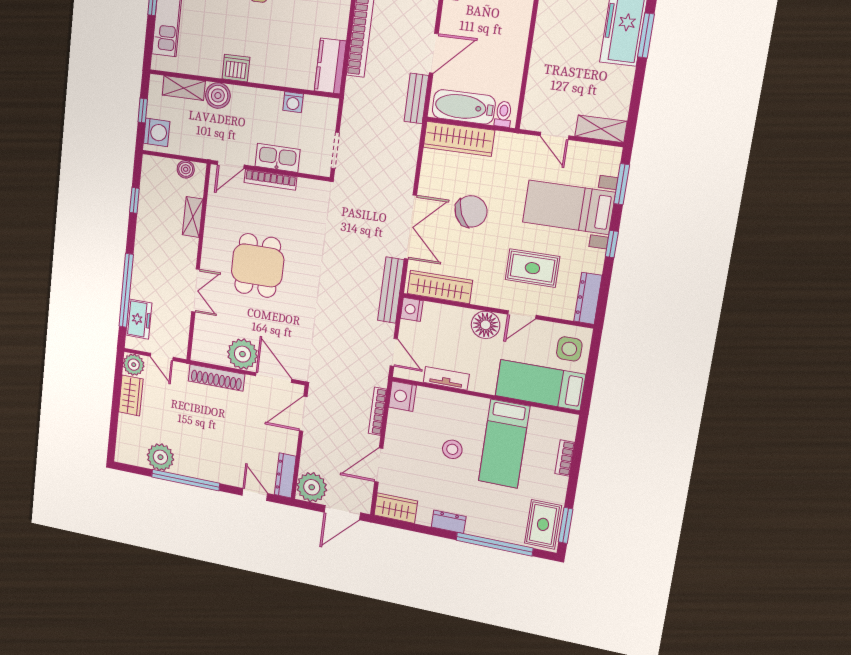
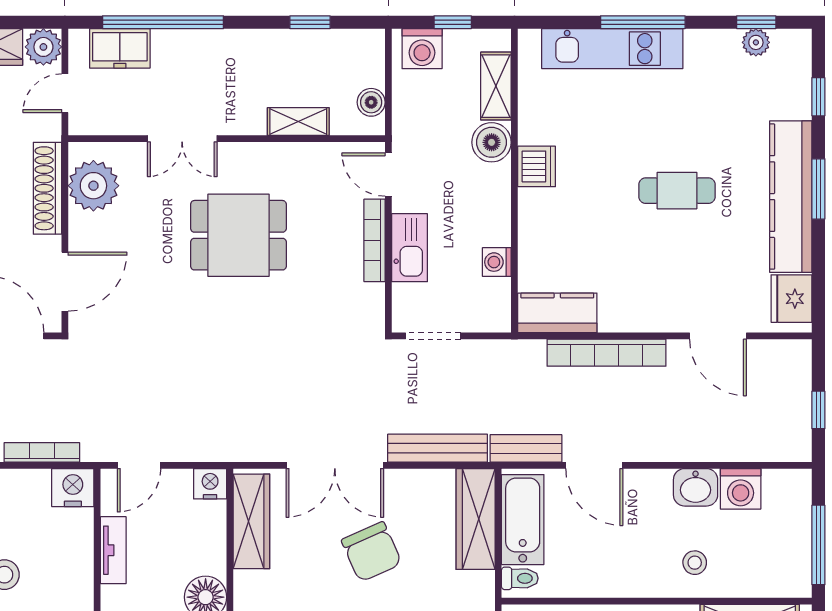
bench: (391, 290) -> (438, 448), moved
plant: (242, 354) -> (93, 186), moved

